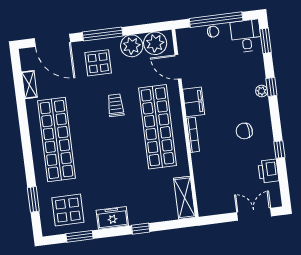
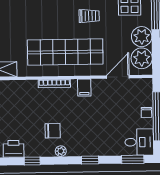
plant: (262, 91) -> (61, 151), moved
filing cabinet: (194, 102) -> (84, 88), width x0.50
chair: (244, 131) -> (53, 131), turned 96

